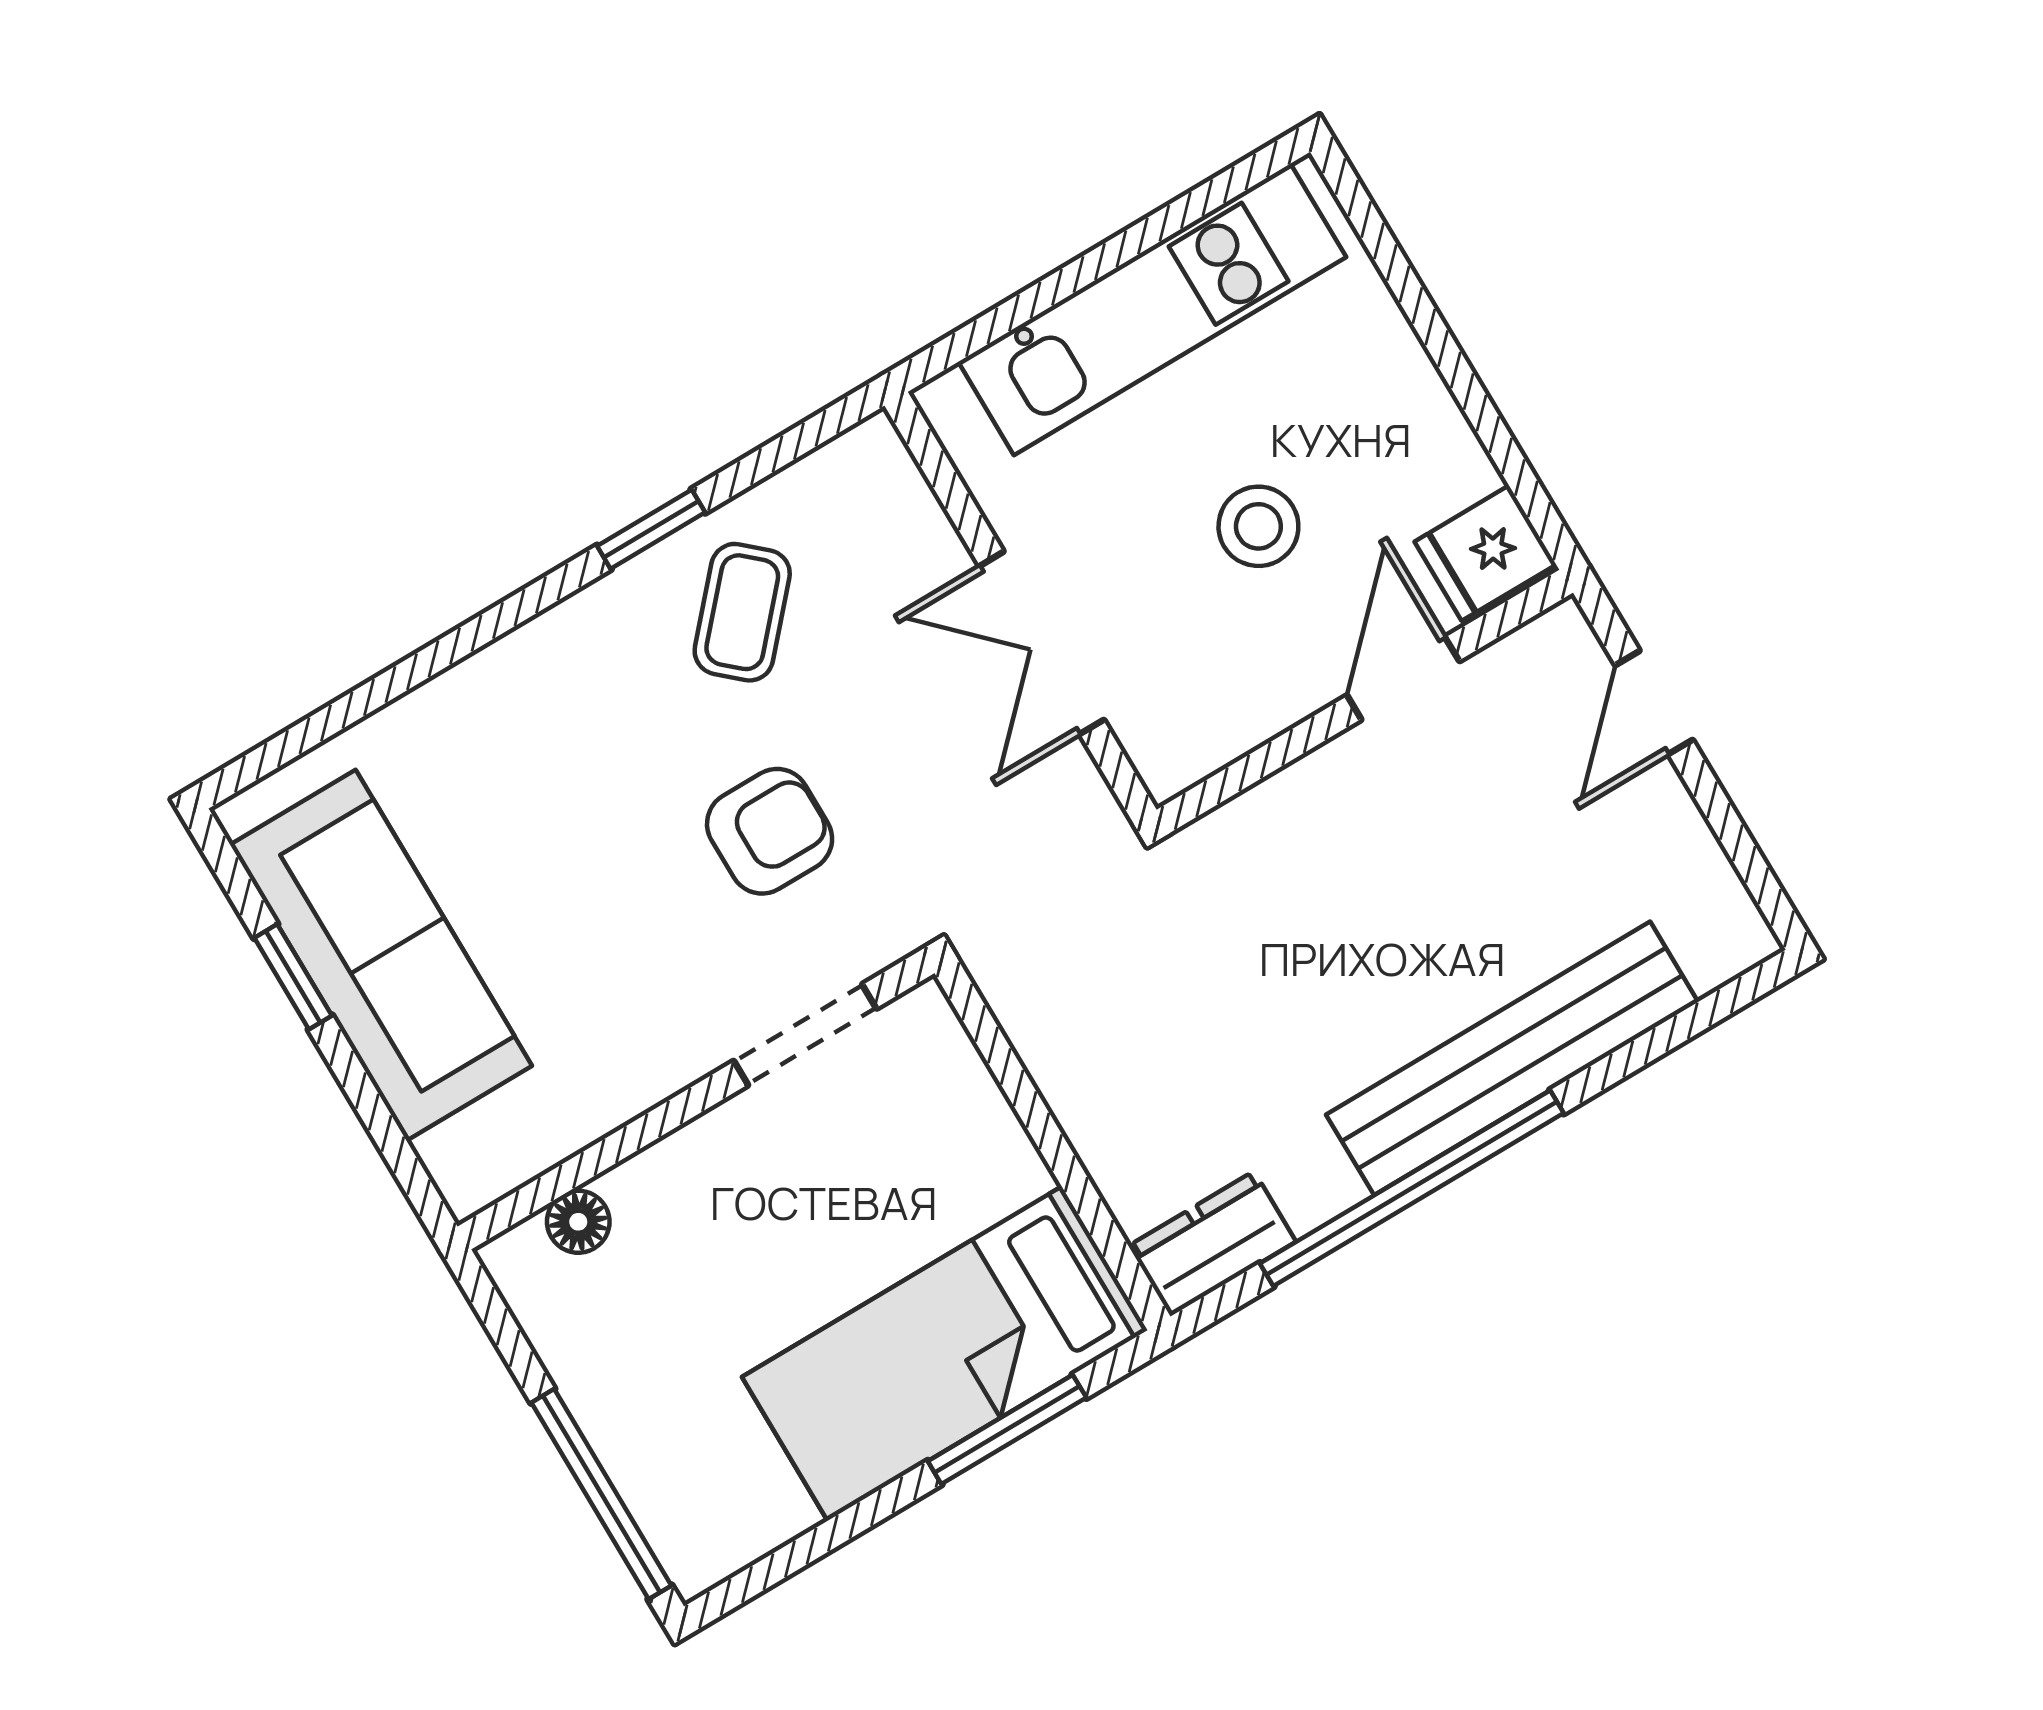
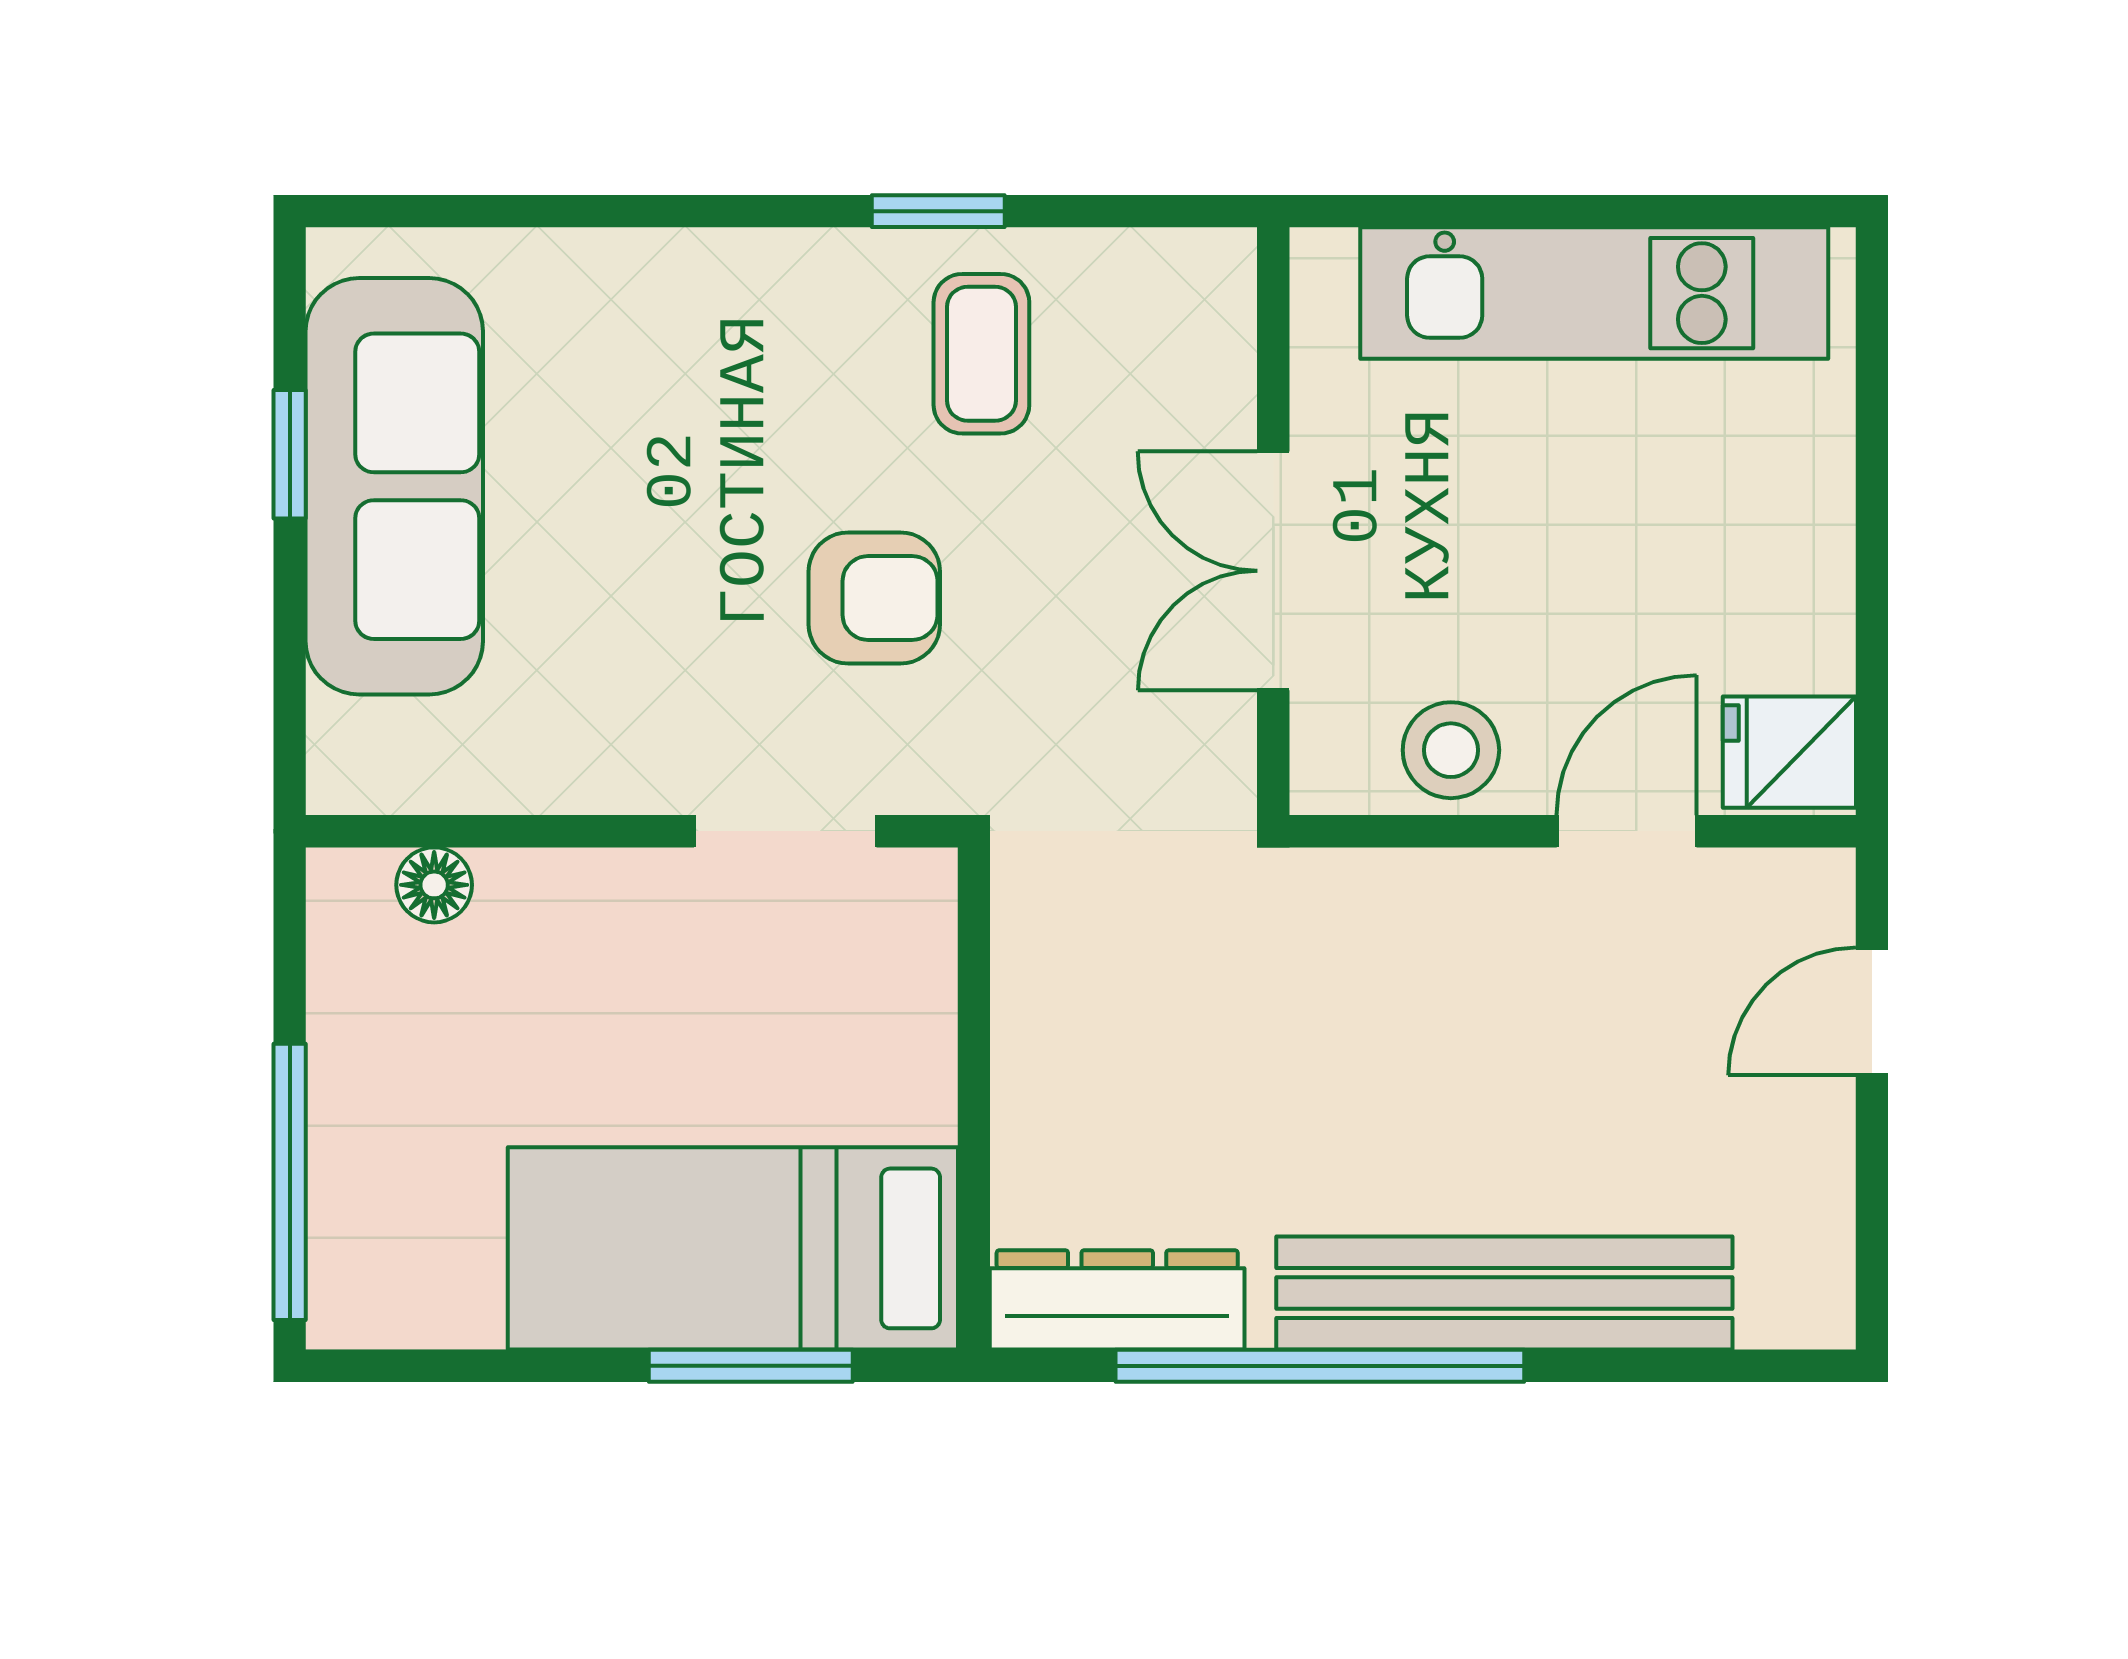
stool: (1258, 526) -> (1451, 750), moved
coffee table: (742, 612) -> (981, 354), turned -42
dresser: (1212, 1244) -> (1117, 1300), width x1.44

